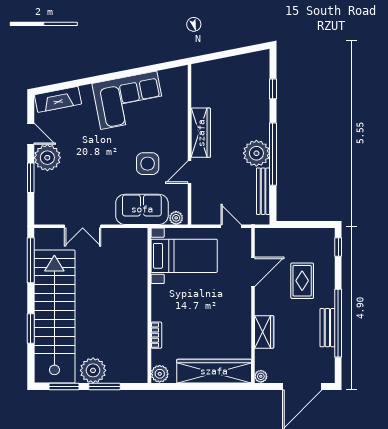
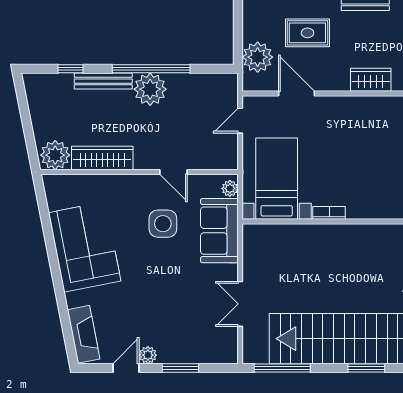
plant: (203, 76) -> (55, 155), added
wardrobe: (201, 133) -> (102, 158), moved
plant: (47, 158) -> (148, 355), width x0.53, depth x0.53
bench: (263, 191) -> (103, 81), moved
double door: (83, 226) -> (240, 304), swing flipped
plant: (282, 240) -> (258, 57), added
bookcase: (156, 335) -> (329, 213), moved

